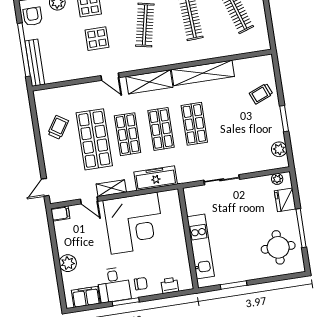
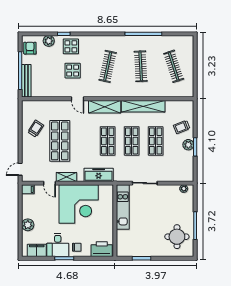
shop shelf: (128, 134) -> (156, 141), moved
plant: (279, 149) -> (188, 145), moved
fridge: (285, 200) -> (187, 204), removed
kitchen unit: (201, 247) -> (123, 207), moved
printer: (170, 285) -> (102, 249), width x1.87, depth x1.48

